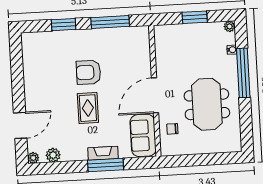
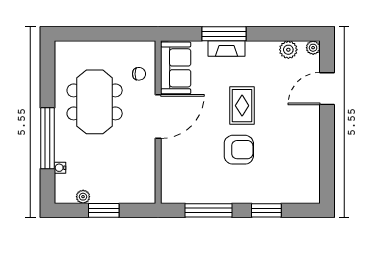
plant: (229, 26) -> (83, 197), moved

